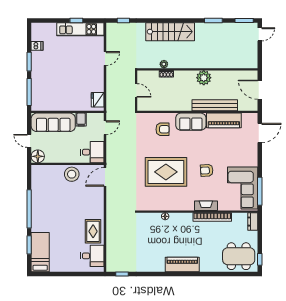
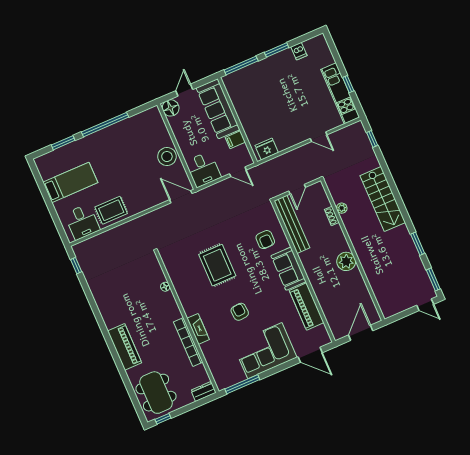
bench: (215, 105) -> (292, 224), moved
rug: (166, 172) -> (217, 265), width x0.73, depth x0.69
corner sofa: (243, 188) -> (265, 351), moved
bed: (40, 252) -> (70, 182), moved
piano: (182, 265) -> (125, 347), moved

